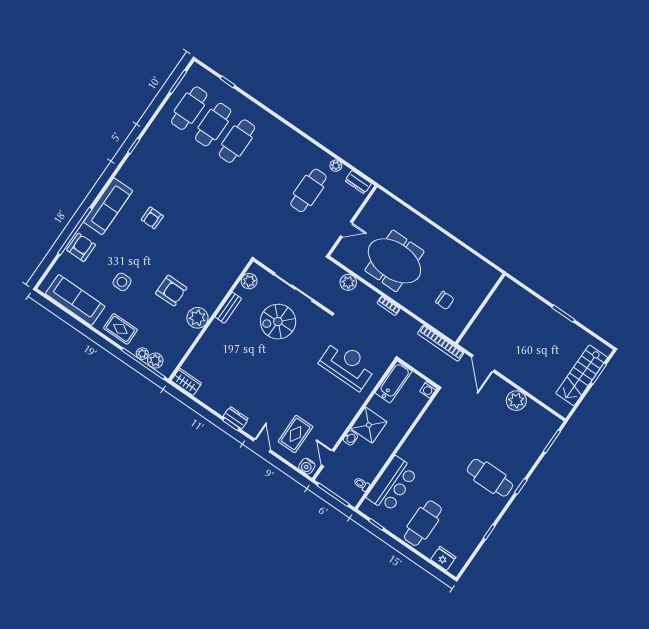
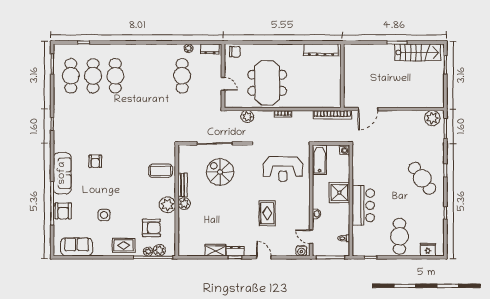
door: (346, 229) -> (223, 84), hinge flipped
armchair: (81, 247) -> (63, 211), turned 180
meeting table: (394, 261) -> (267, 83), turned 90
dresser: (477, 265) -> (321, 50), added
coffee table: (215, 276) -> (161, 171), added
plant: (249, 281) -> (184, 204), moved
armchair: (171, 291) -> (151, 228), moved
sofa: (75, 300) -> (77, 247), width x0.73
chair: (445, 300) -> (235, 52), moved
spiral stairs: (278, 322) -> (220, 172), turned 90
door: (483, 363) -> (368, 109), hinge flipped
reception desk: (348, 365) -> (283, 169), turned 180
stairs: (582, 375) -> (417, 52), moved, turned -90
wardrobe: (186, 382) -> (215, 250), moved
plant: (516, 401) -> (432, 118), moved
shower: (369, 425) -> (339, 193), moved
rug: (295, 434) -> (267, 213), moved
cafe table: (490, 478) -> (422, 178), turned 54
bar counter: (392, 484) -> (363, 205), moved

